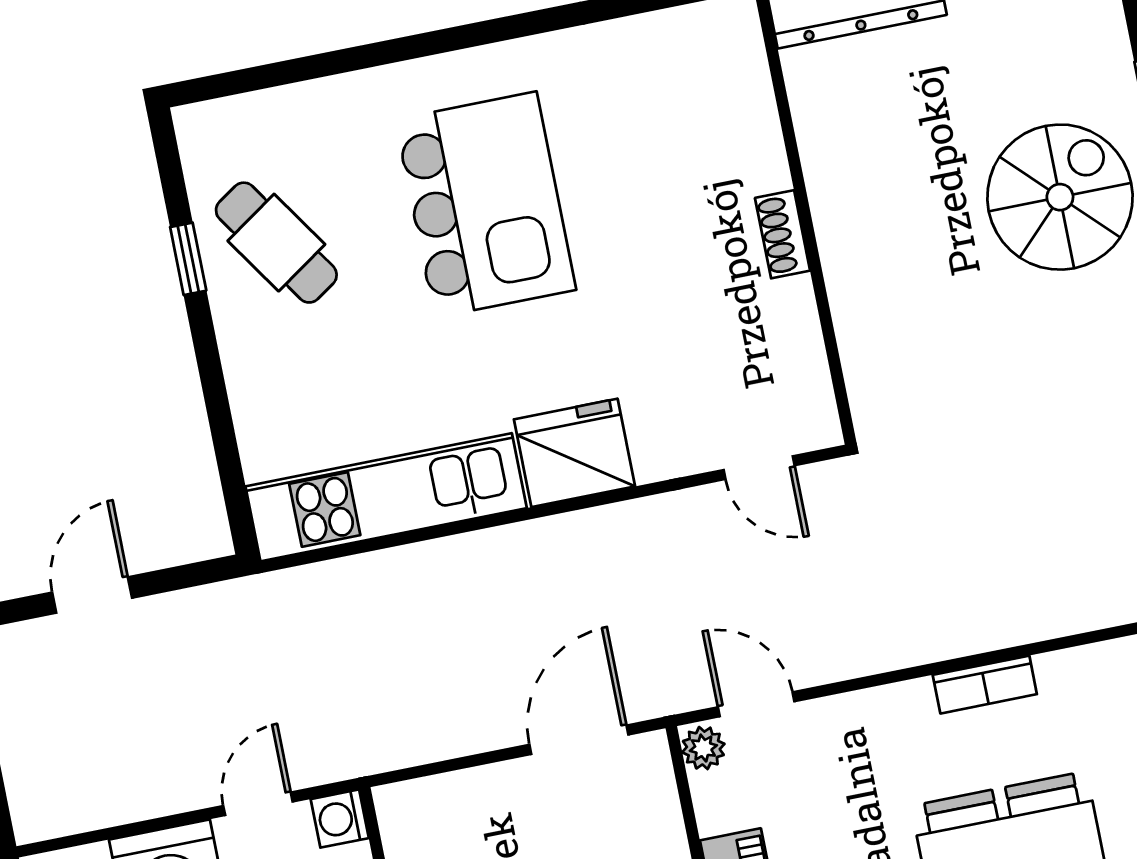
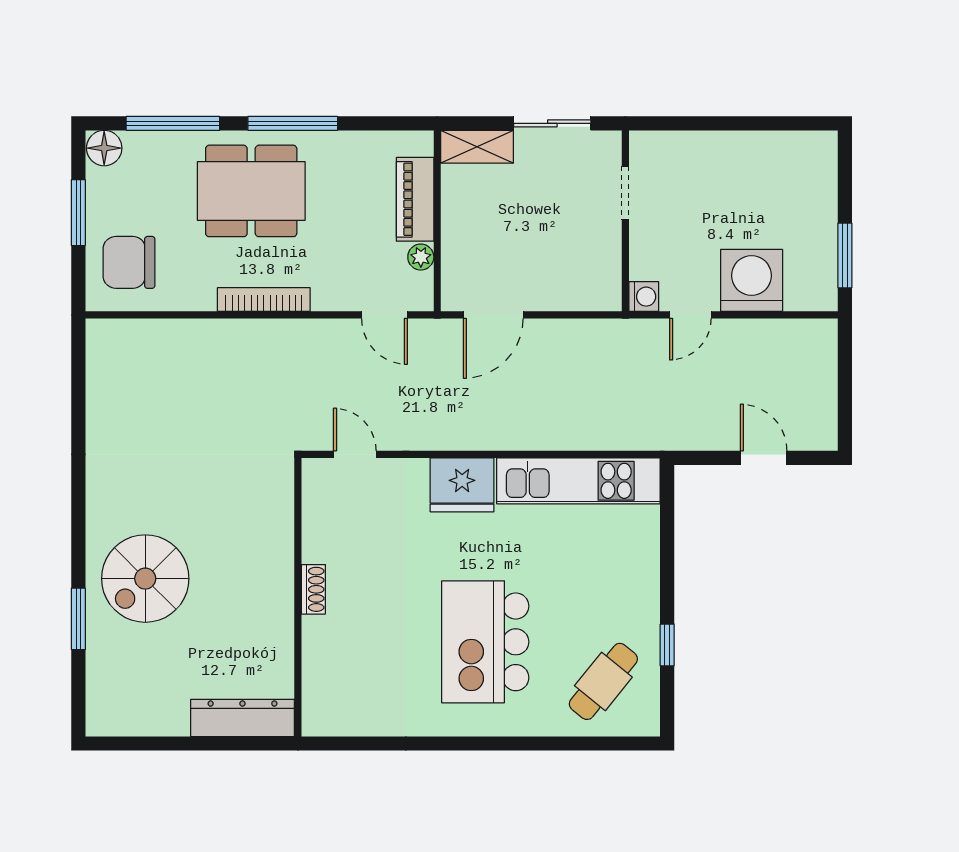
cafe table: (276, 243) -> (603, 681), moved, turned 73
door: (92, 595) -> (764, 458), swing flipped
bookcase: (985, 685) -> (264, 300), width x1.56
plant: (703, 748) -> (421, 257), moved

